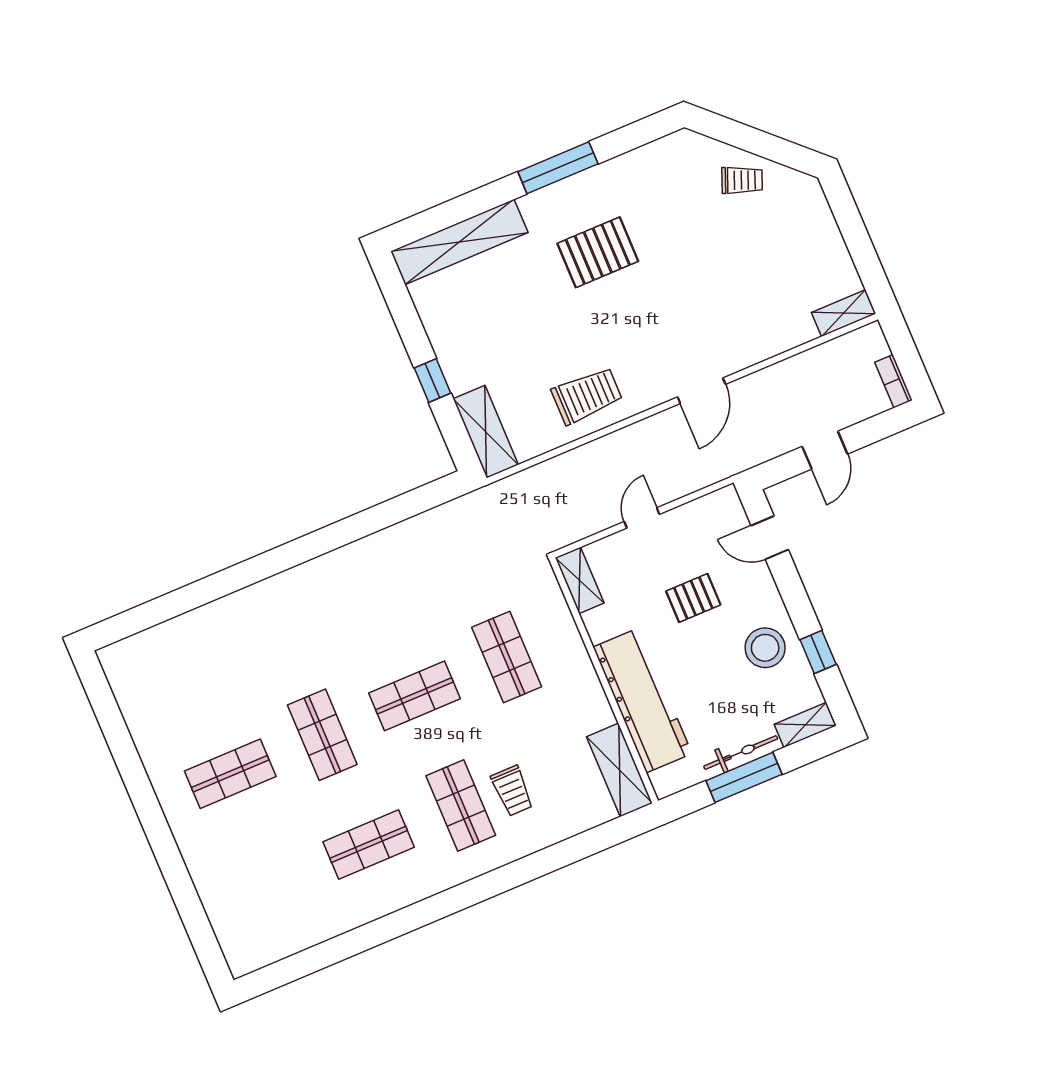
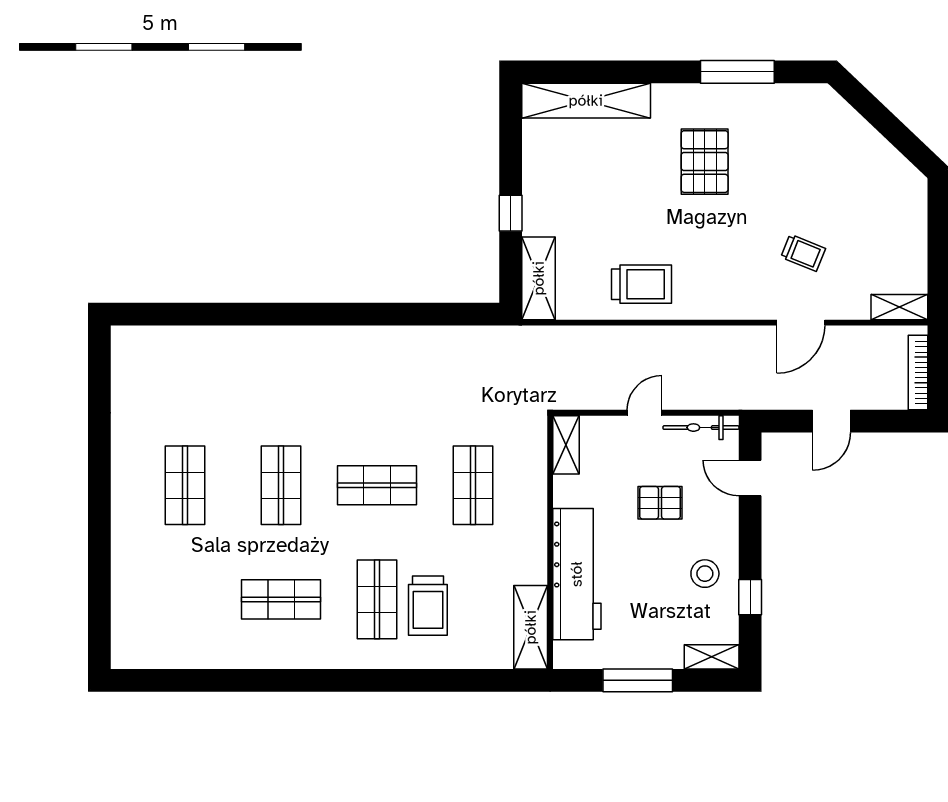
window: (558, 168) -> (737, 72), moved
trolley: (742, 180) -> (803, 253), moved
pallet: (598, 252) -> (705, 162), turned 90
bookcase: (894, 381) -> (918, 373), width x1.56
door: (702, 391) -> (801, 323), moved
stool: (765, 648) -> (705, 574), width x0.73, depth x0.73
bicycle: (741, 753) -> (701, 428), moved, turned 180
shop shelf: (230, 774) -> (185, 485), turned 90
trolley: (512, 791) -> (428, 606), width x1.36, depth x1.39

